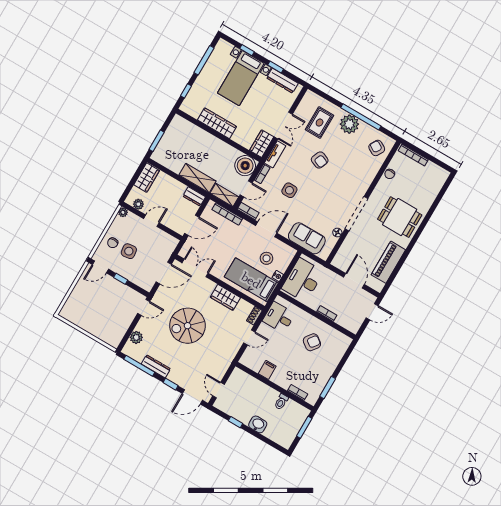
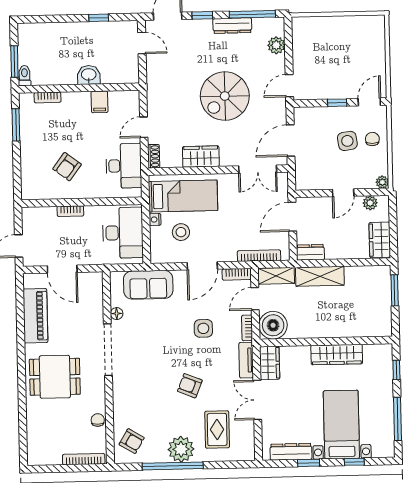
desk: (279, 317) -> (124, 166), width x1.37
spiral stairs: (187, 326) -> (225, 96), turned 180
toilet: (281, 402) -> (24, 76), moved
washbasin: (258, 424) -> (89, 75), moved, turned 180

